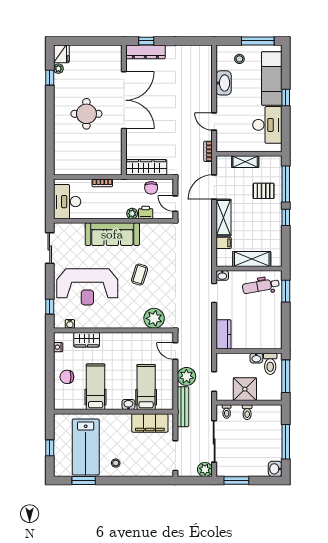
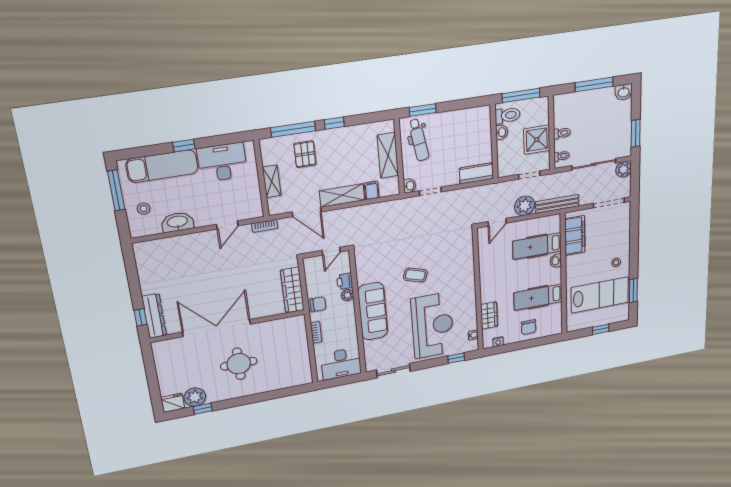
plant: (58, 69) -> (195, 397), width x1.87, depth x1.87
chair: (151, 188) -> (318, 304), moved
plant: (154, 318) -> (463, 251), removed

